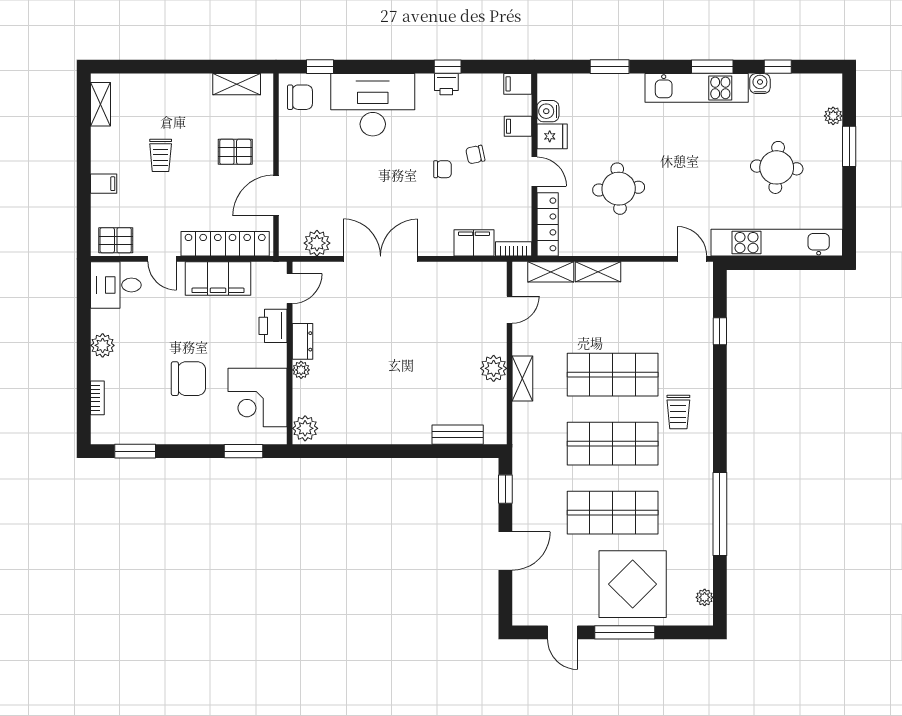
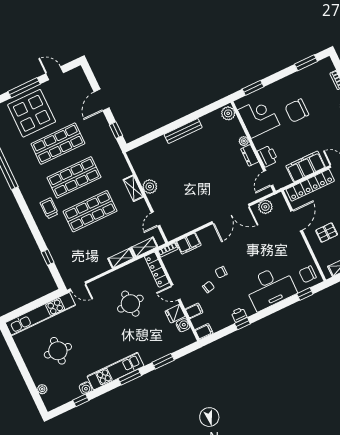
window: (712, 67) -> (130, 377), moved
window: (849, 146) -> (27, 378), removed
bench: (458, 435) -> (183, 131), moved, width x1.36

